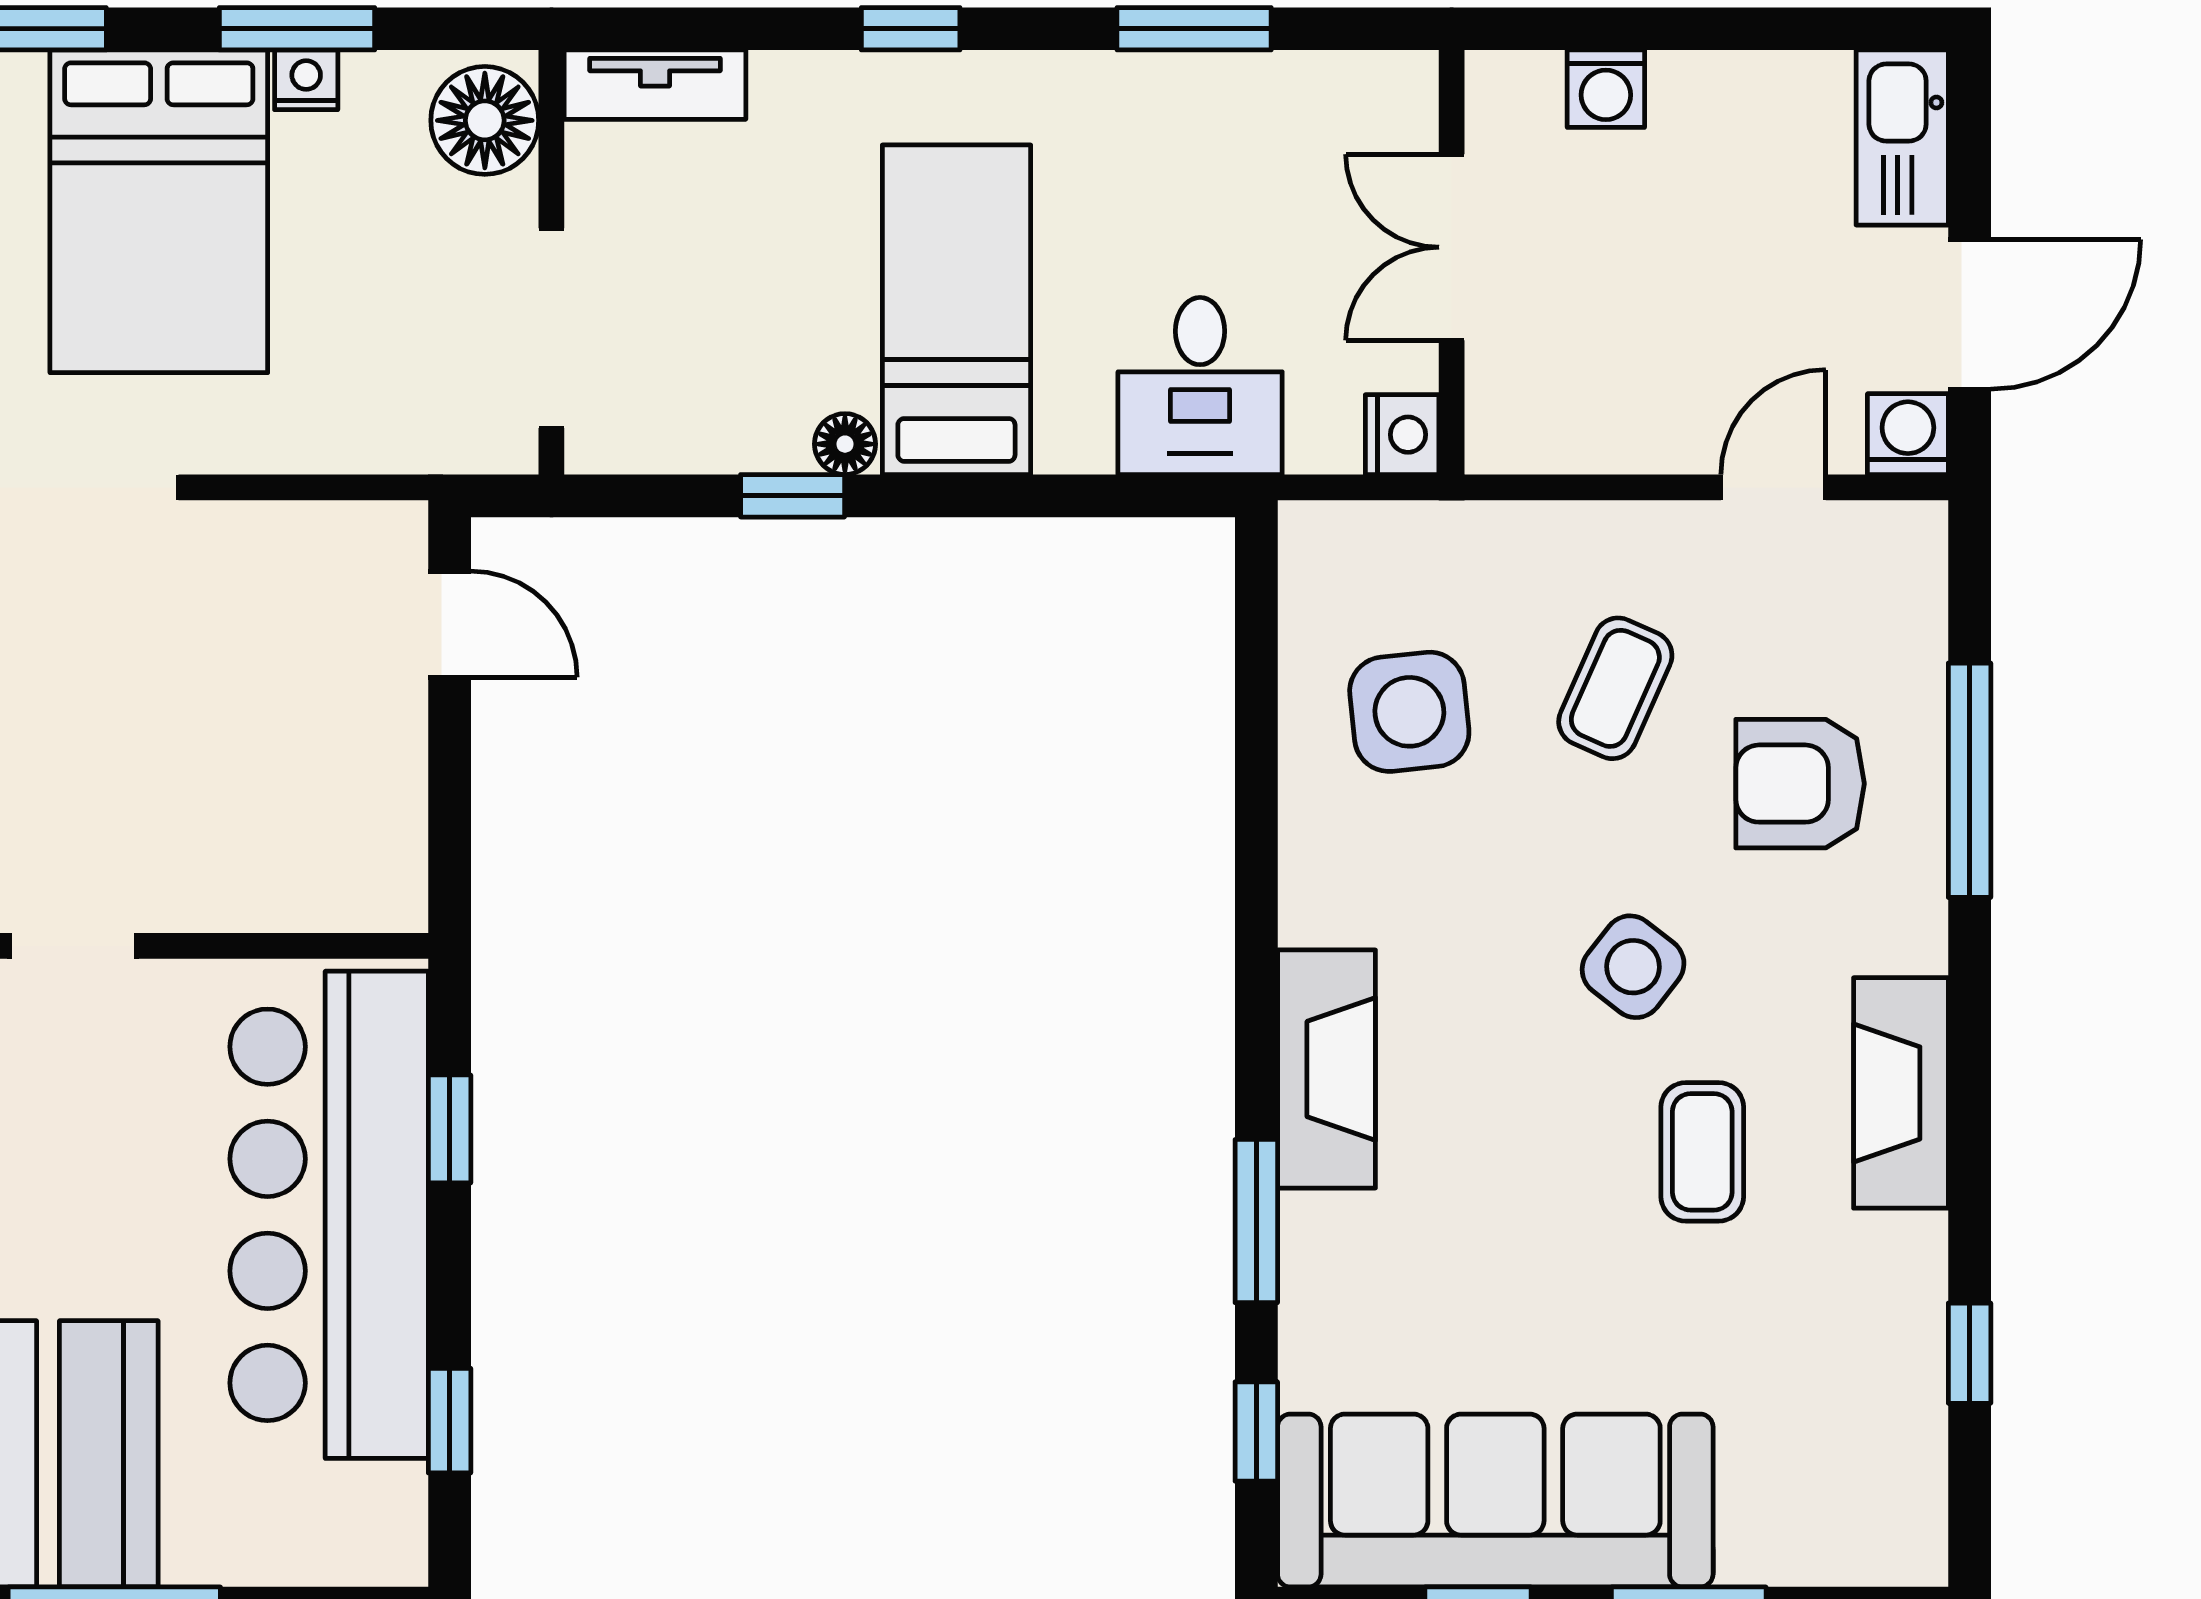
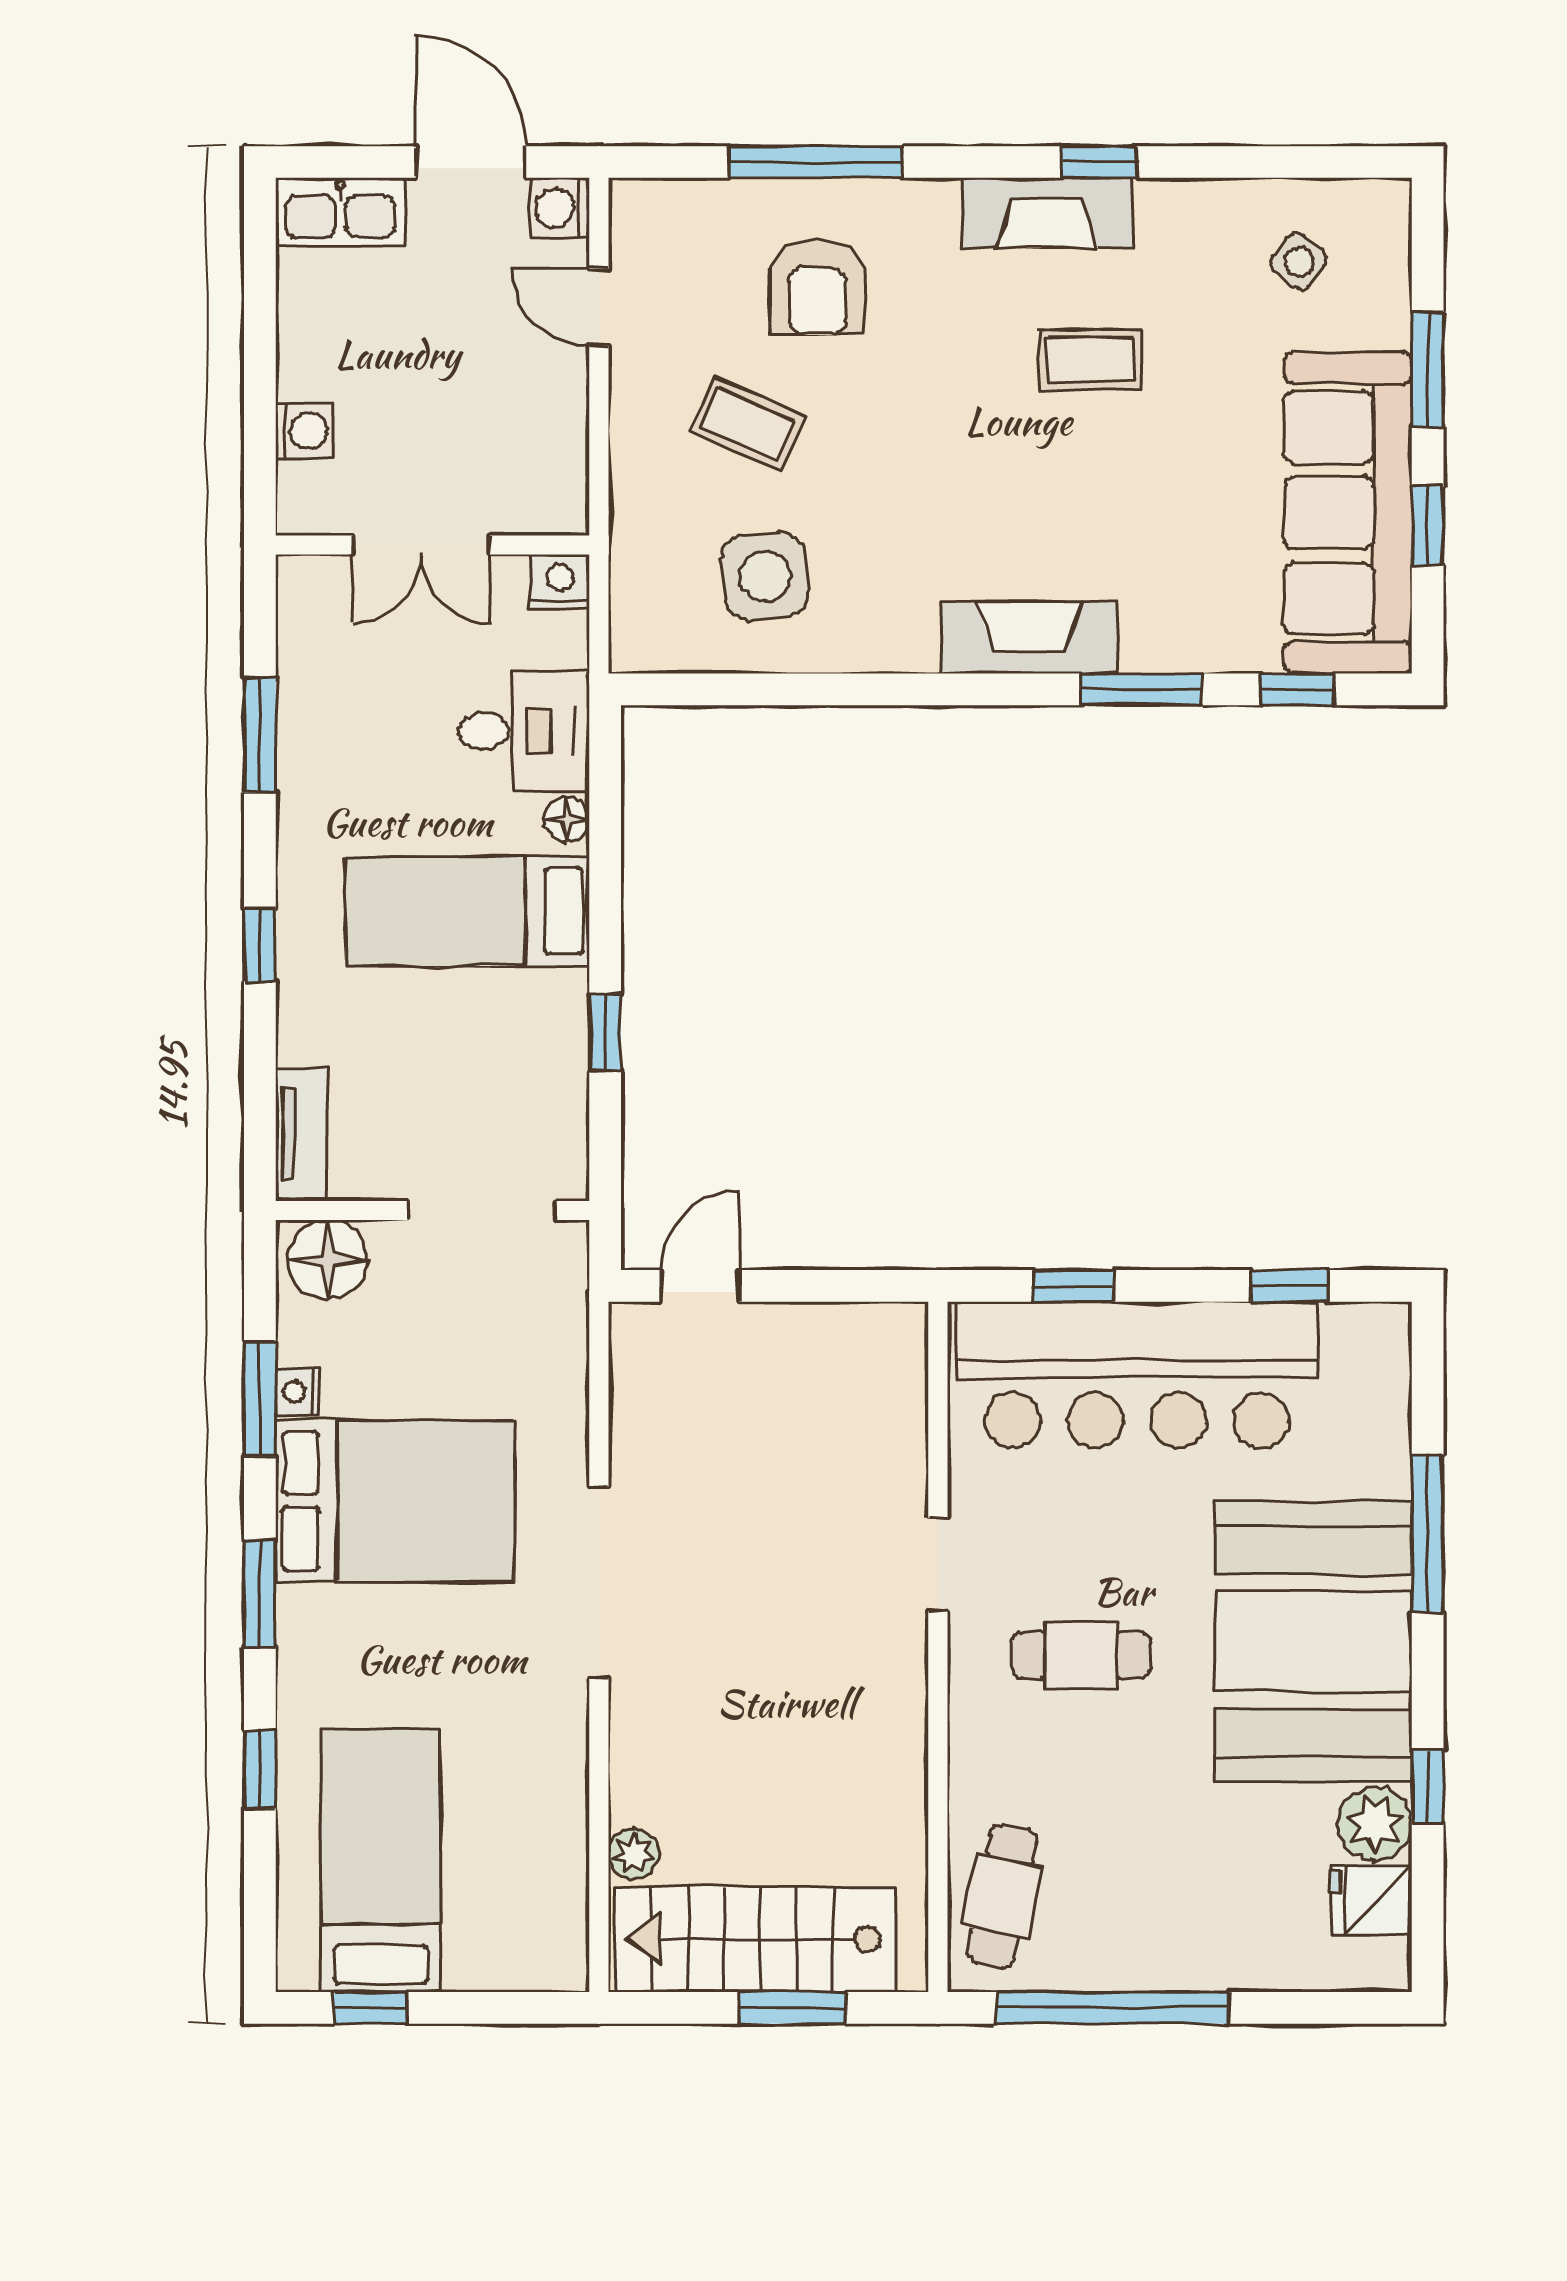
floor lamp: (845, 444) -> (567, 819), moved
side table: (1633, 967) -> (1299, 262), moved, width x0.73, depth x0.73
window: (1970, 1353) -> (1099, 162), moved

